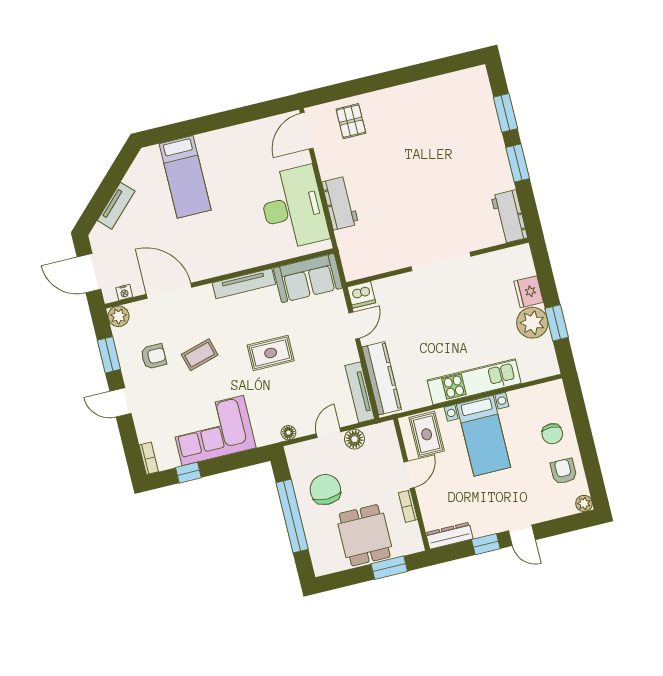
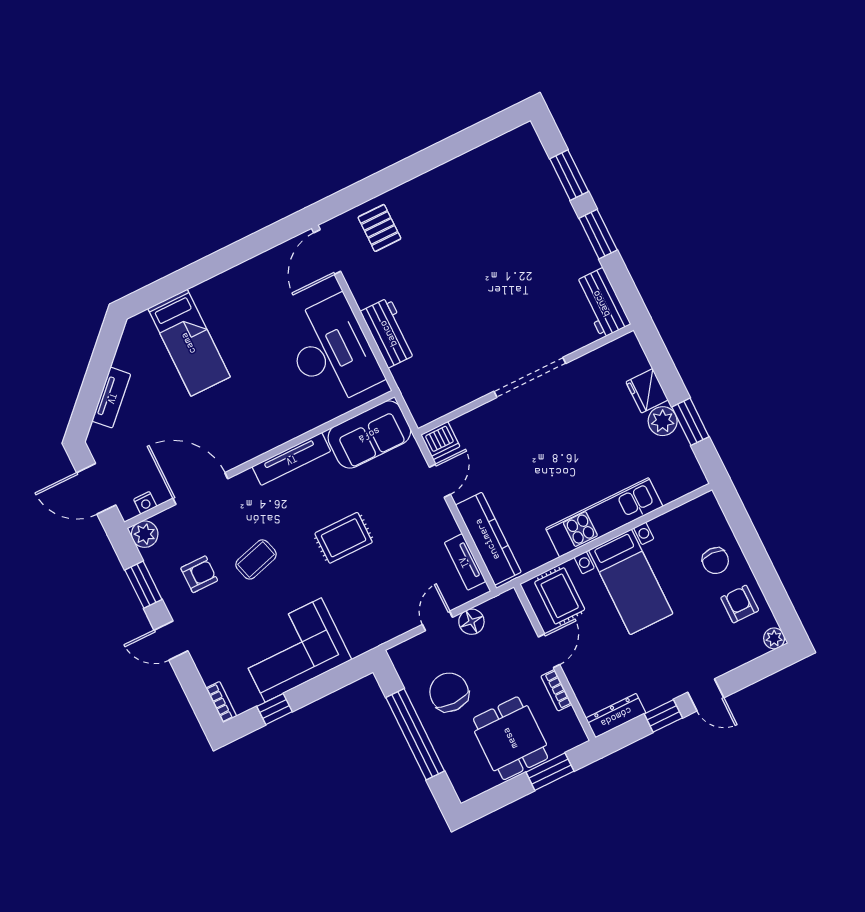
plant: (532, 323) -> (663, 421), width x0.73, depth x0.73
tv unit: (360, 392) -> (465, 562), width x0.71
floor lamp: (288, 433) -> (388, 632), removed

